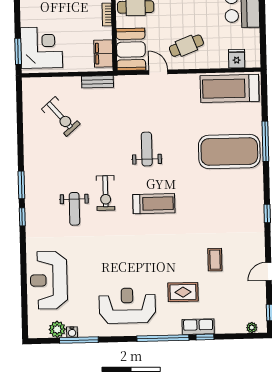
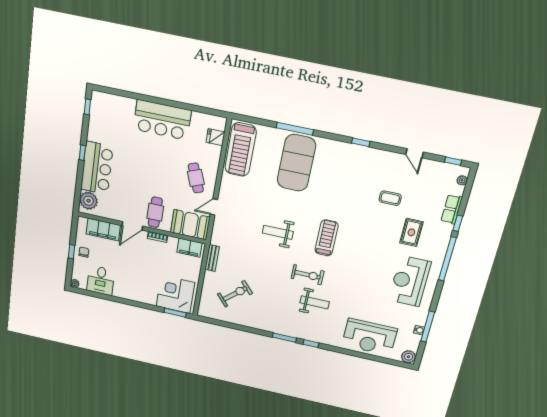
row of seats: (198, 327) -> (452, 209), moved
plant: (57, 329) -> (409, 357), moved

